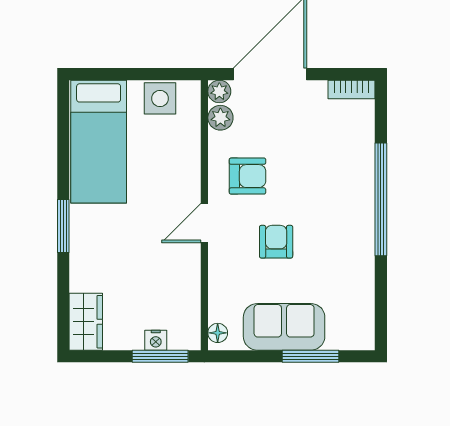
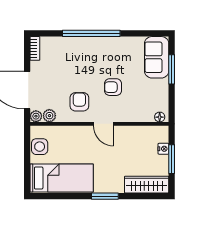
wardrobe: (86, 322) -> (147, 185), width x1.50
sofa: (284, 327) -> (157, 57), moved
window: (160, 356) -> (172, 159), moved

